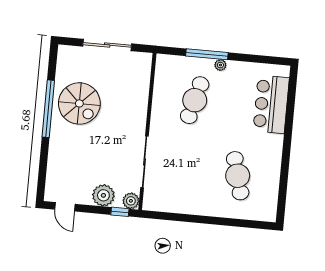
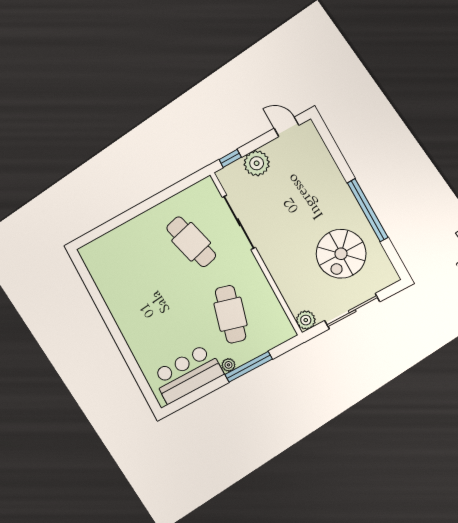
spiral stairs: (79, 103) -> (341, 254), moved, turned -90
bar counter: (271, 104) -> (187, 374), moved, turned -90
cafe table: (238, 176) -> (191, 242), moved
plant: (131, 201) -> (306, 320), moved

